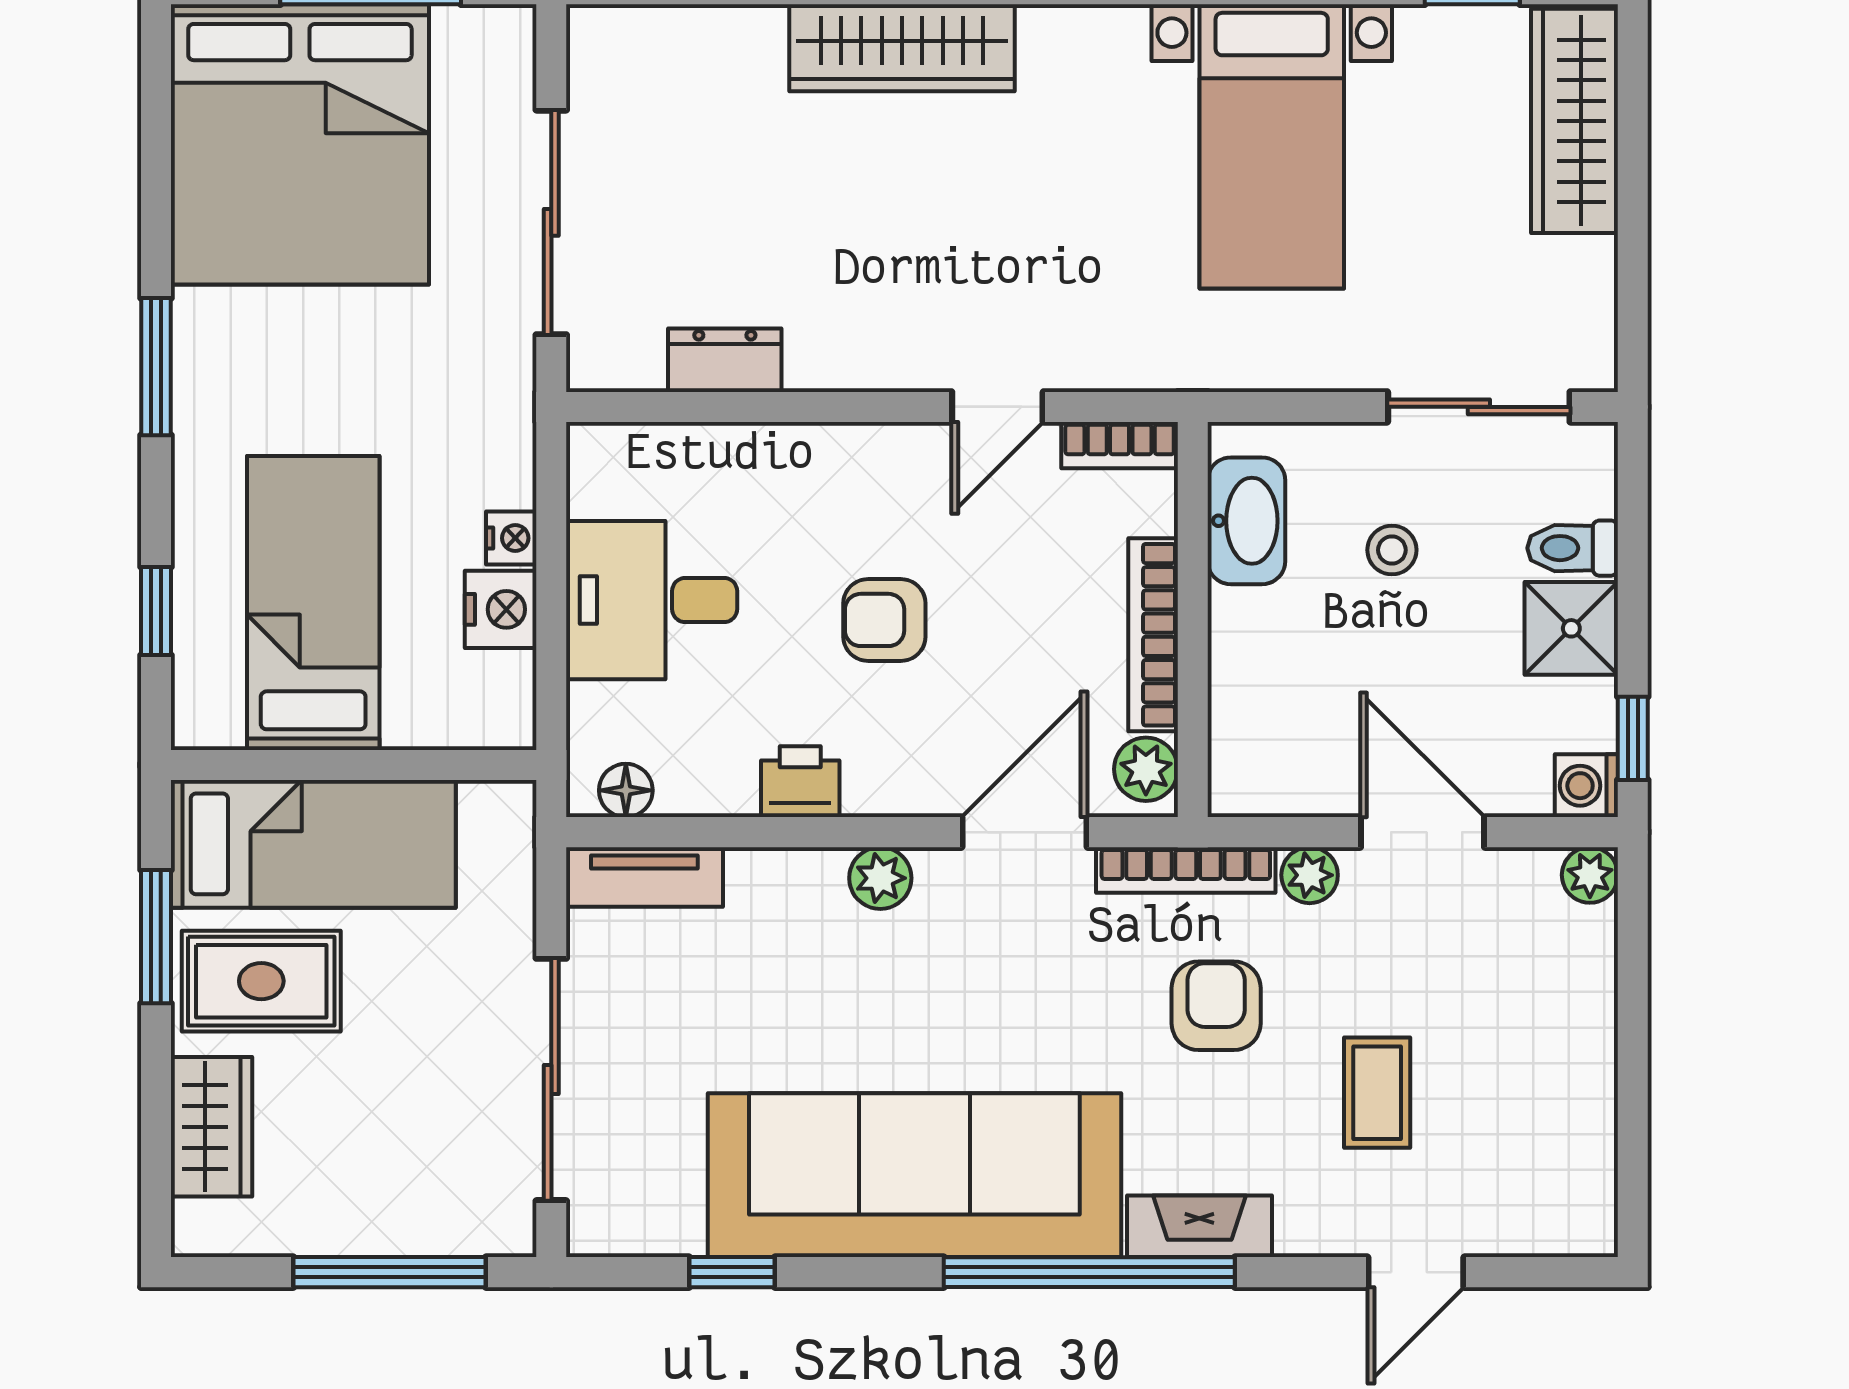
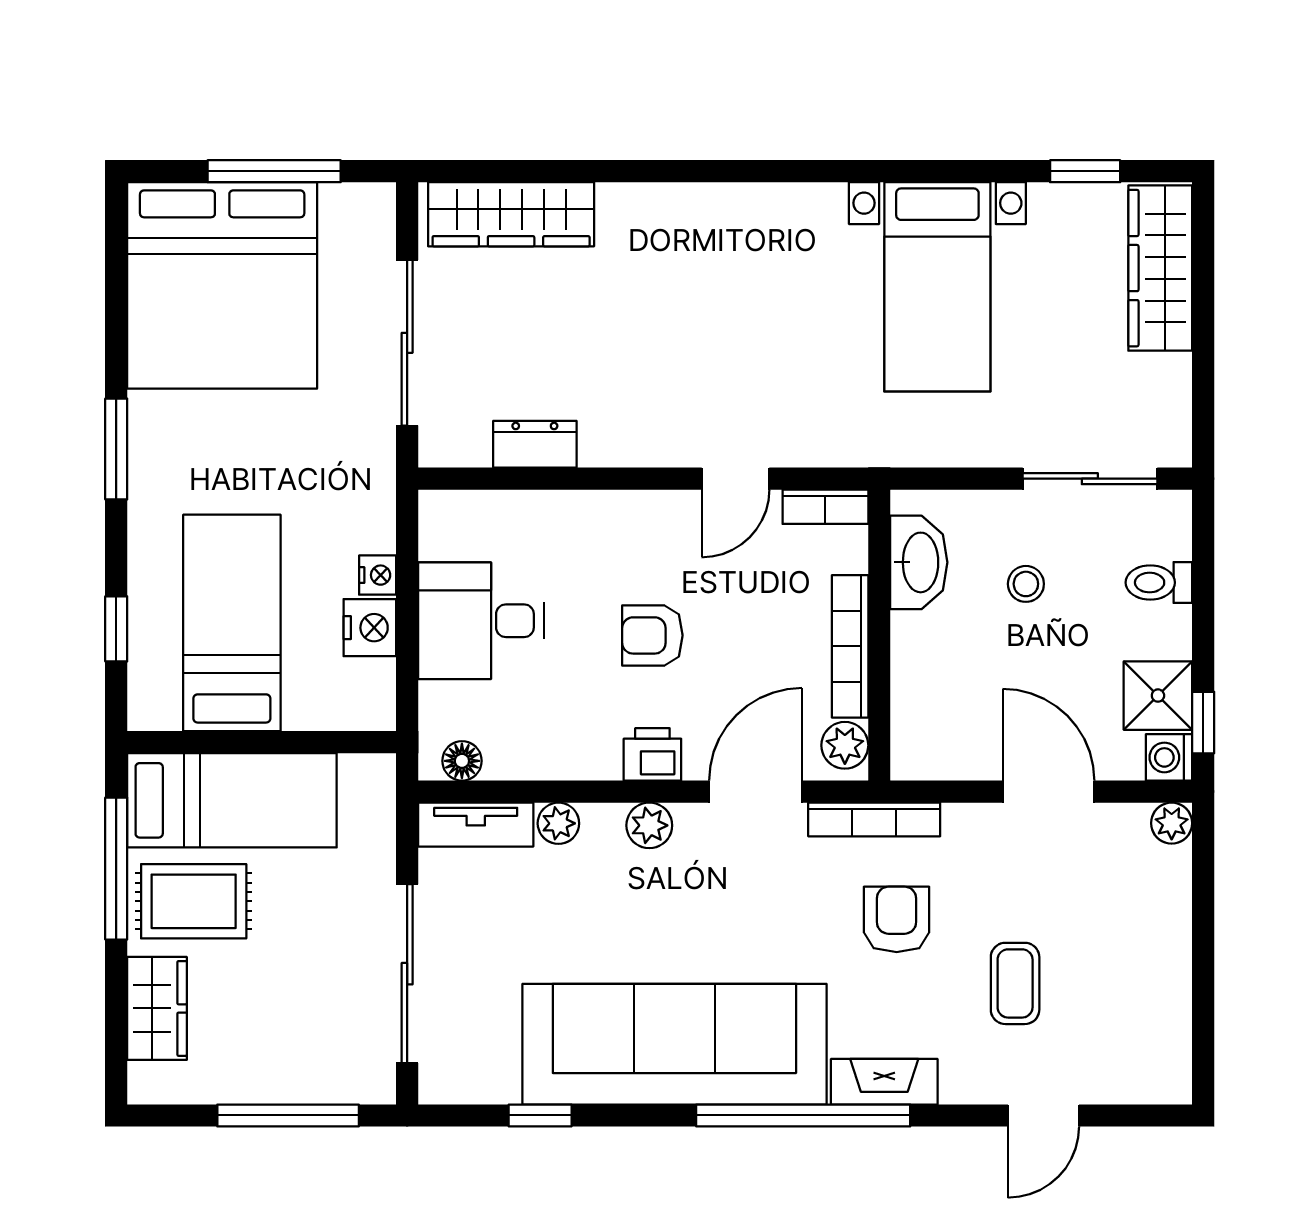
wardrobe: (902, 48) -> (511, 214), moved
shower: (1571, 628) -> (1158, 696), moved
printer: (800, 782) -> (652, 754), moved
plant: (1310, 875) -> (558, 823), moved
window: (156, 937) -> (116, 869), width x1.44

